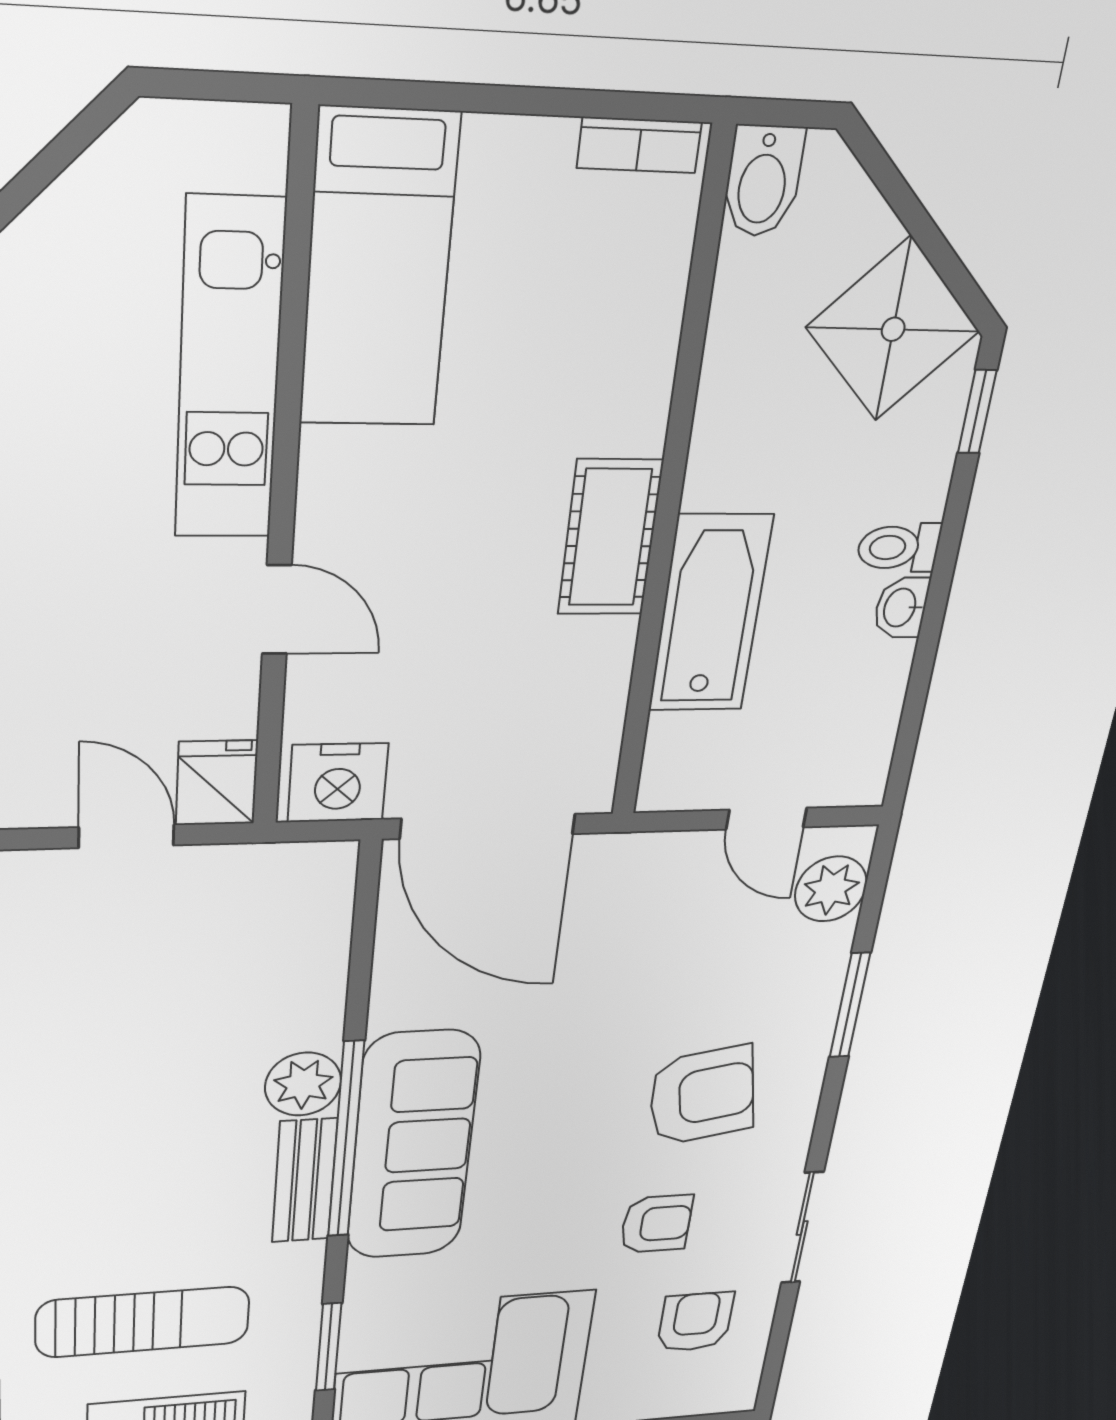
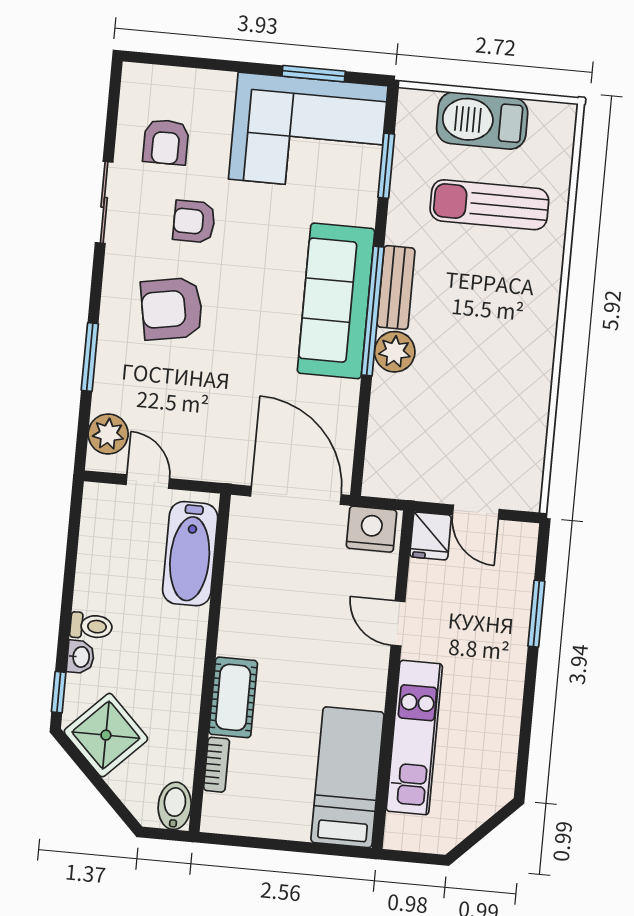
bookcase: (639, 145) -> (217, 765), moved, turned 90
cot: (610, 538) -> (233, 697), moved
washbasin: (901, 608) -> (80, 657), moved
bathtub: (710, 614) -> (190, 554), moved

